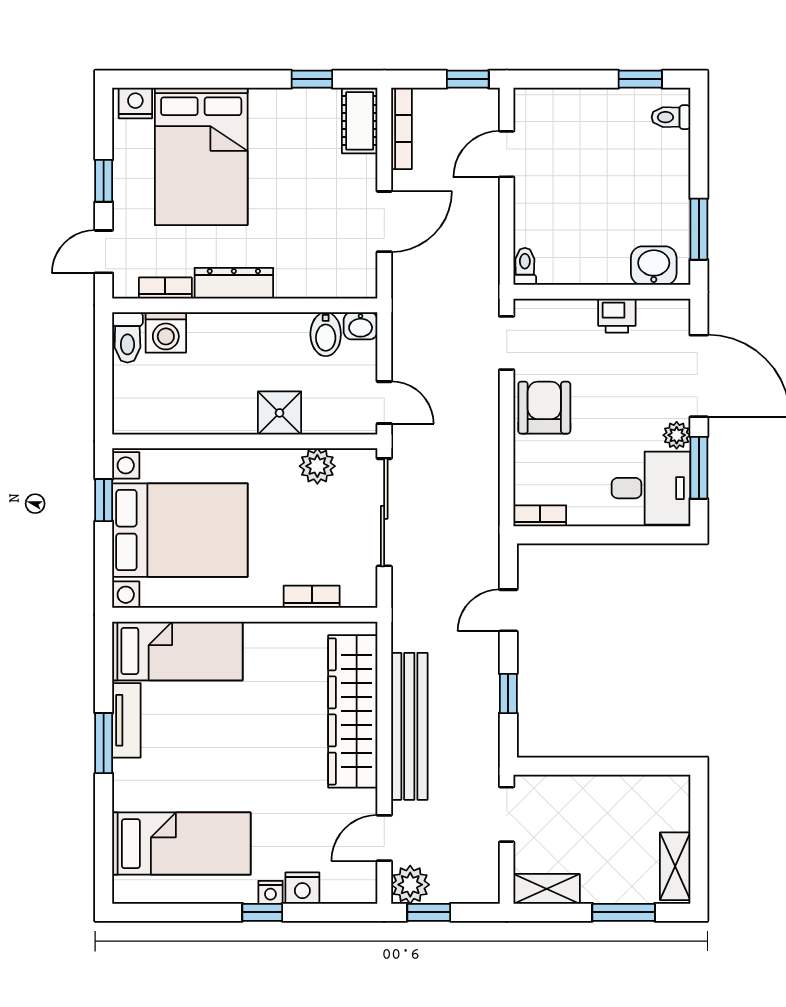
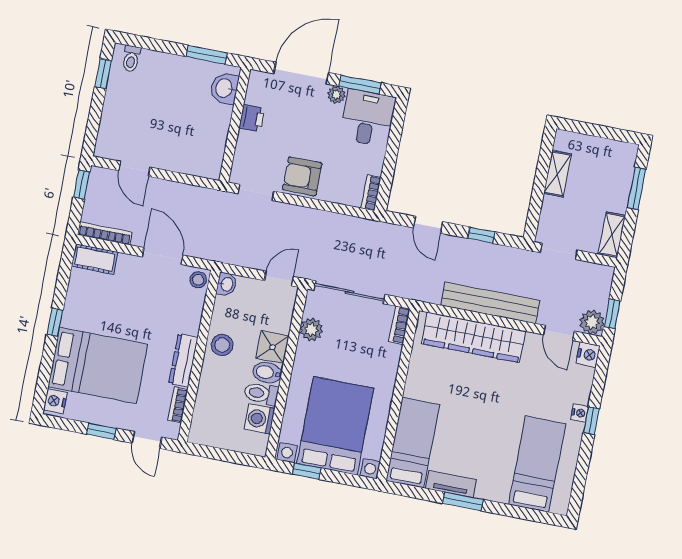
window: (312, 79) -> (55, 322), moved
toilet: (525, 266) -> (209, 171), removed
stool: (359, 282) -> (198, 280), added
washing machine: (166, 332) -> (259, 419), moved, turned 180
bidet: (326, 334) -> (267, 373), moved, turned 180
toilet: (127, 337) -> (261, 394), moved, turned 180
stool: (268, 337) -> (222, 345), added
bookcase: (312, 597) -> (399, 325), moved
shelving: (675, 866) -> (558, 174), moved, turned 90
nightstand: (302, 888) -> (588, 355), moved

